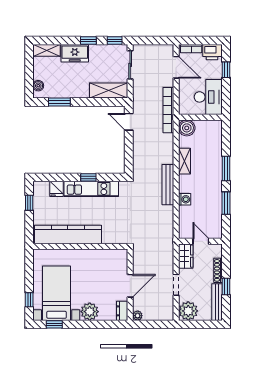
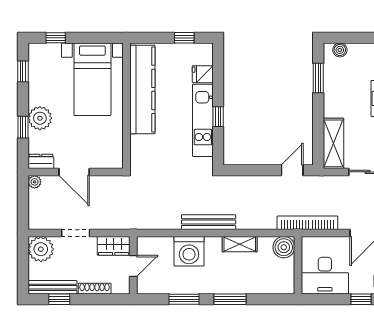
washing machine: (185, 199) -> (189, 251), width x1.89, depth x1.89
window: (226, 287) -> (59, 299), moved
bed with nightstands: (57, 293) -> (92, 79), moved, turned 90
window: (96, 324) -> (23, 127), added

